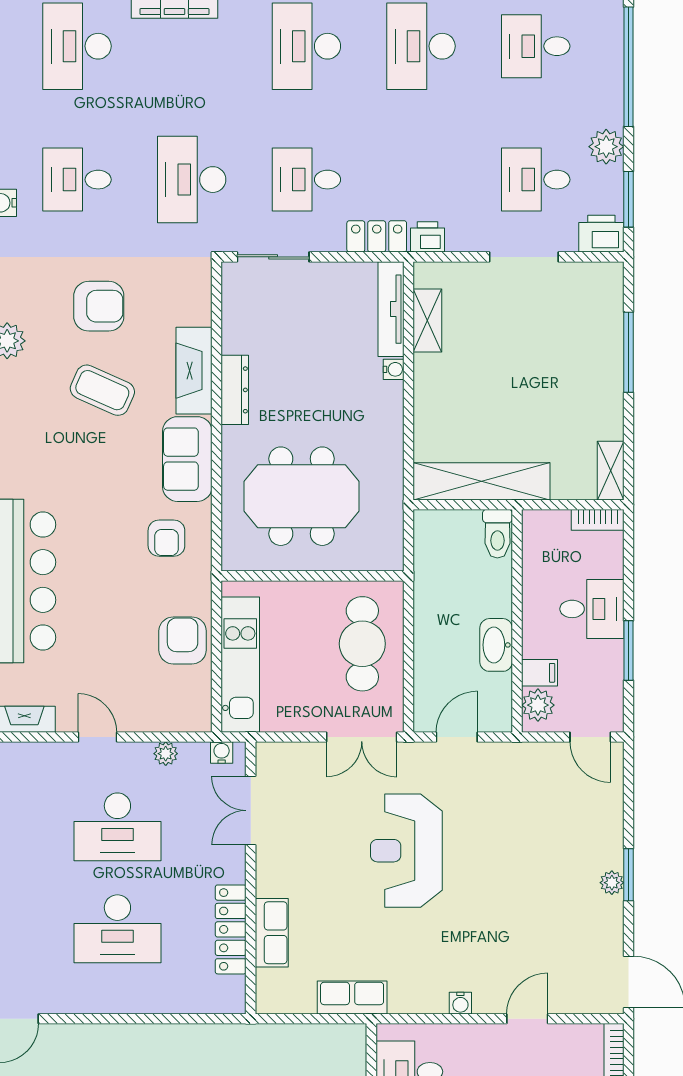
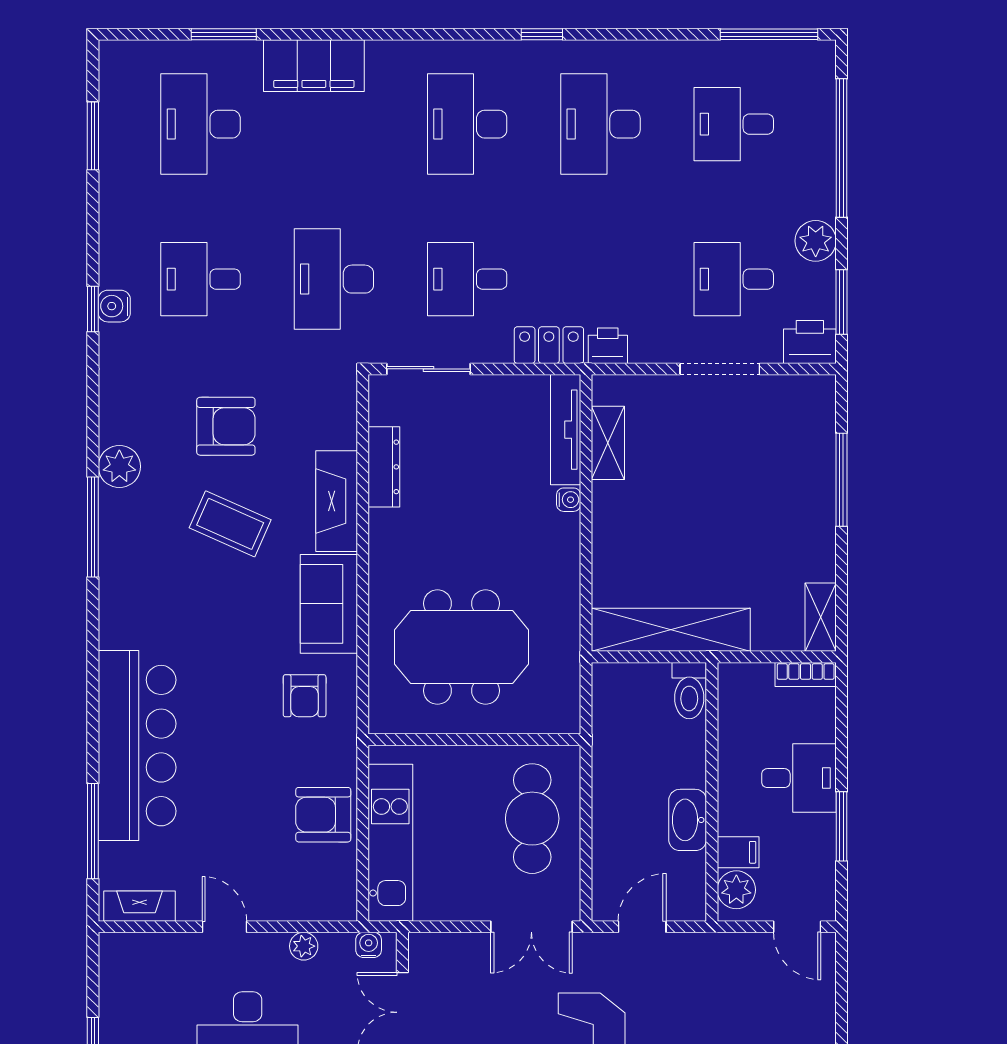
dresser: (235, 390) -> (384, 467), moved
armchair: (183, 640) -> (323, 815), turned -90

